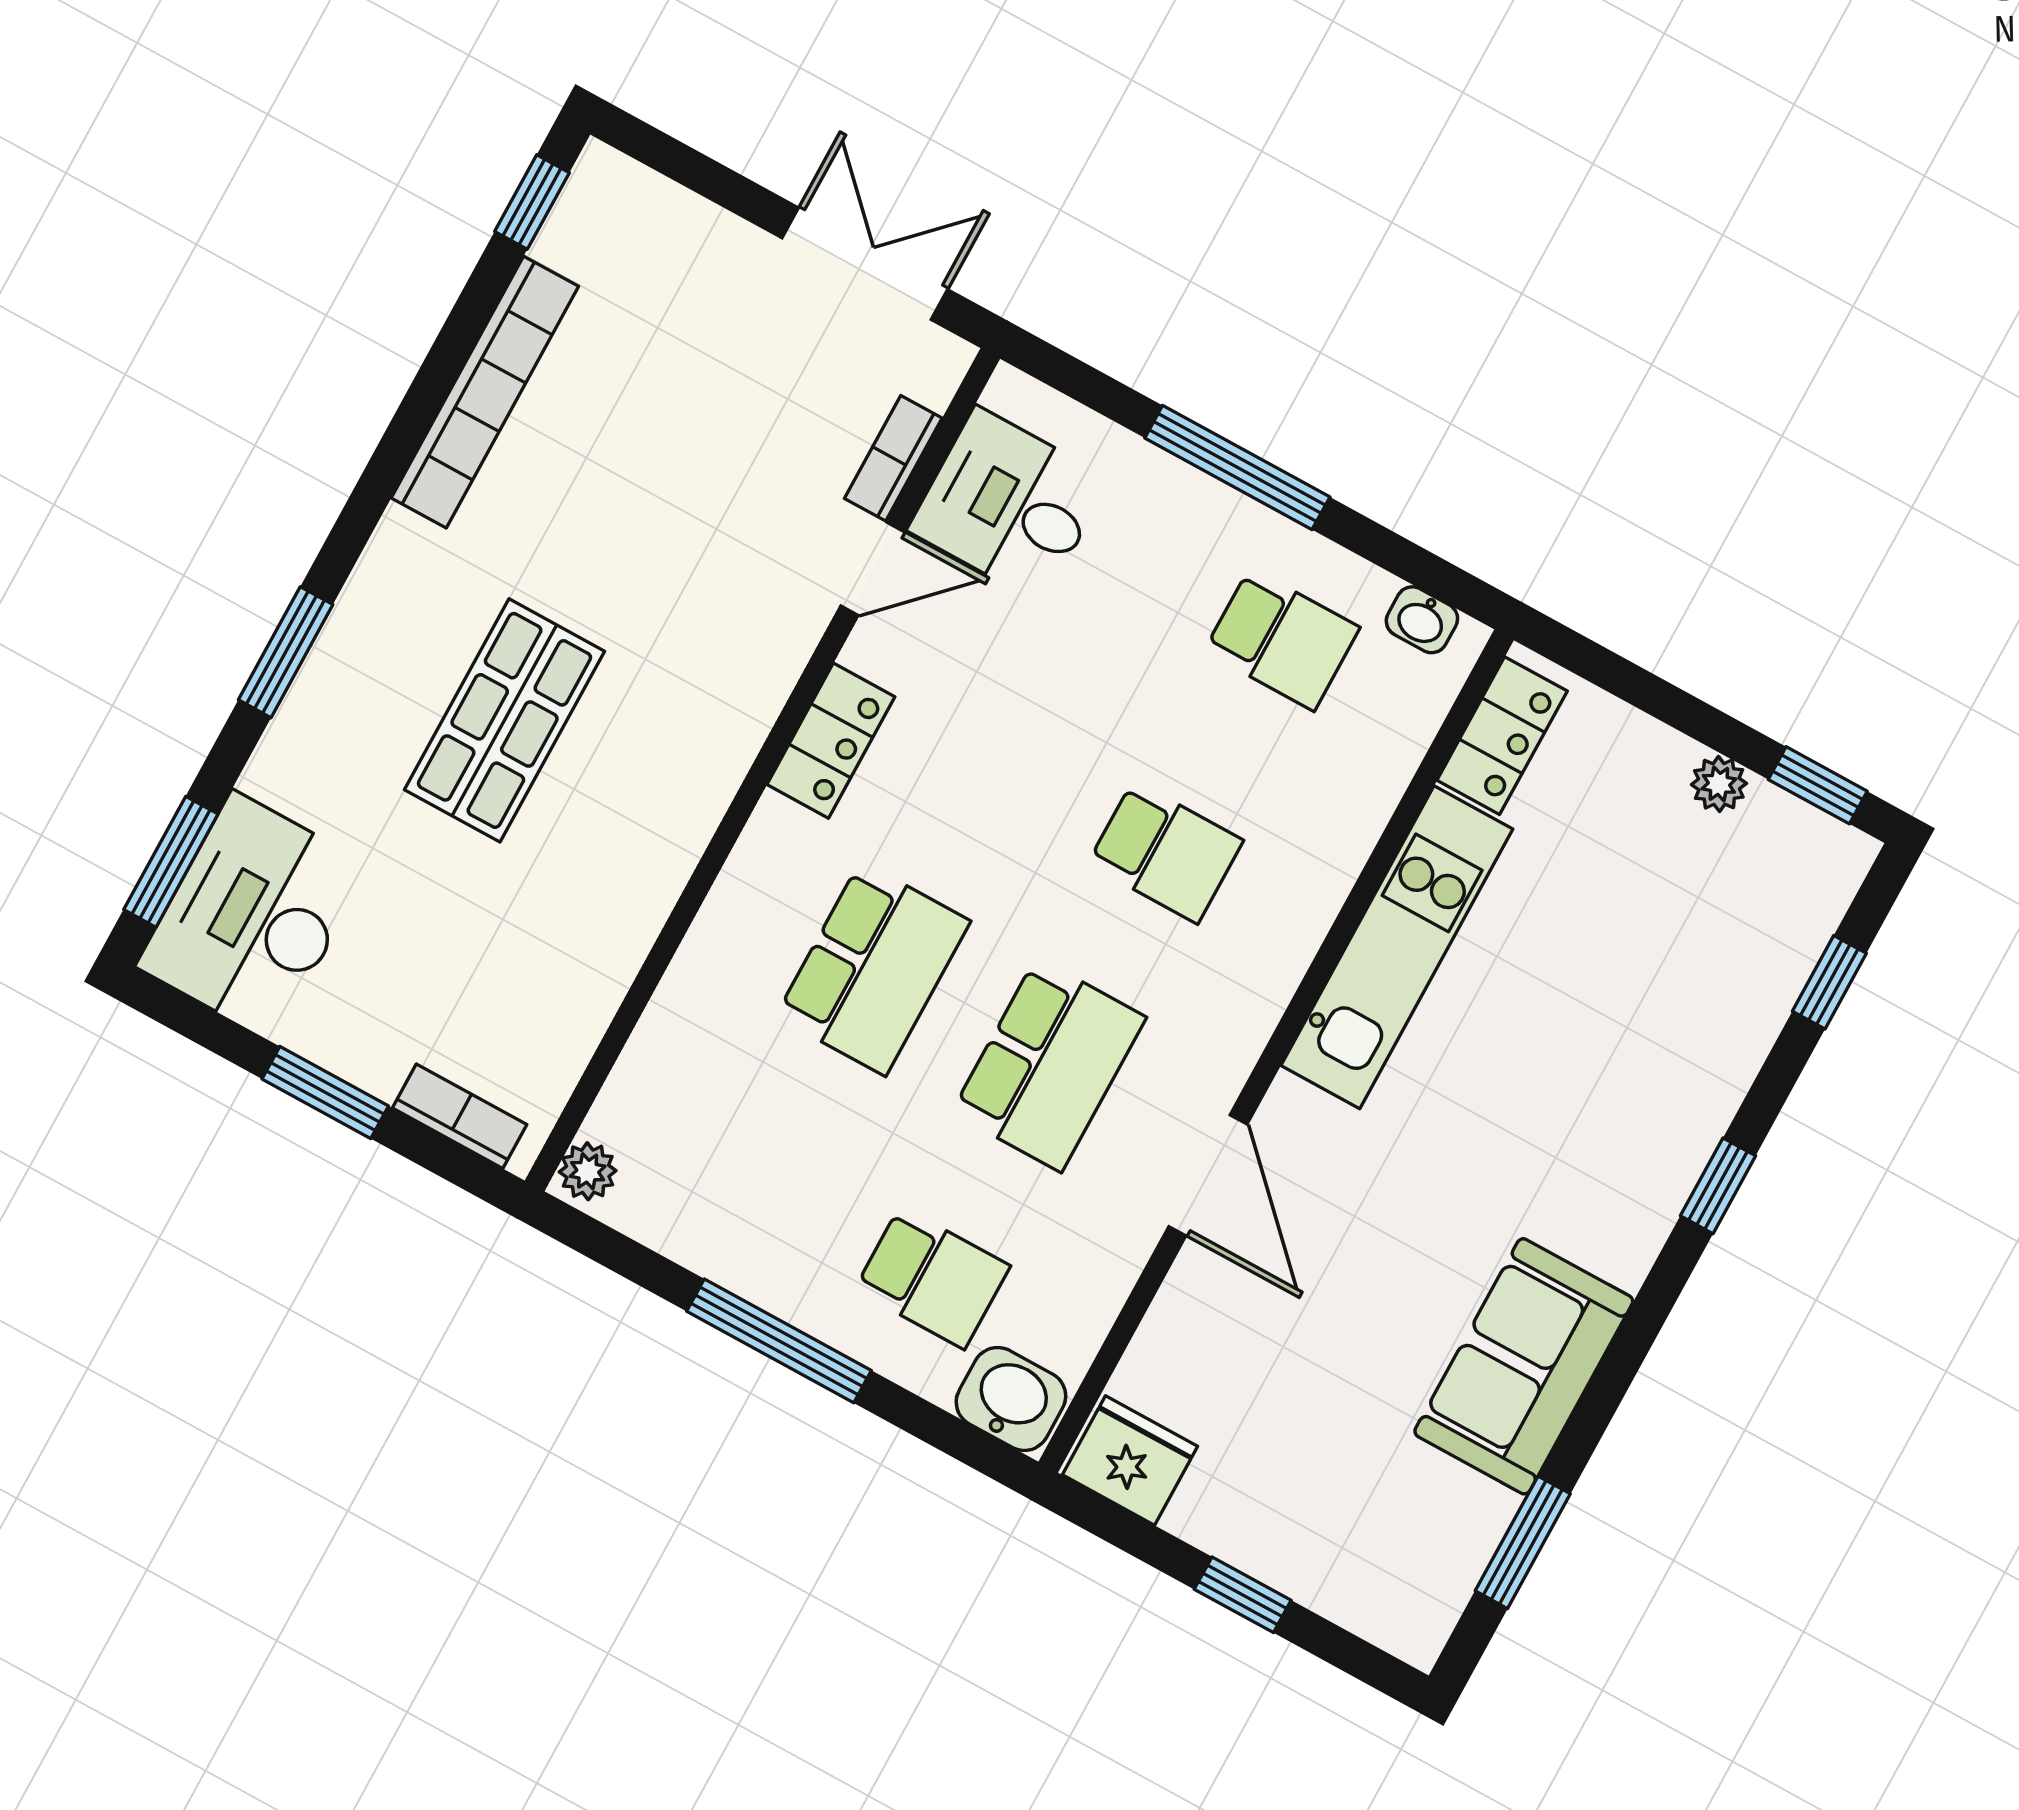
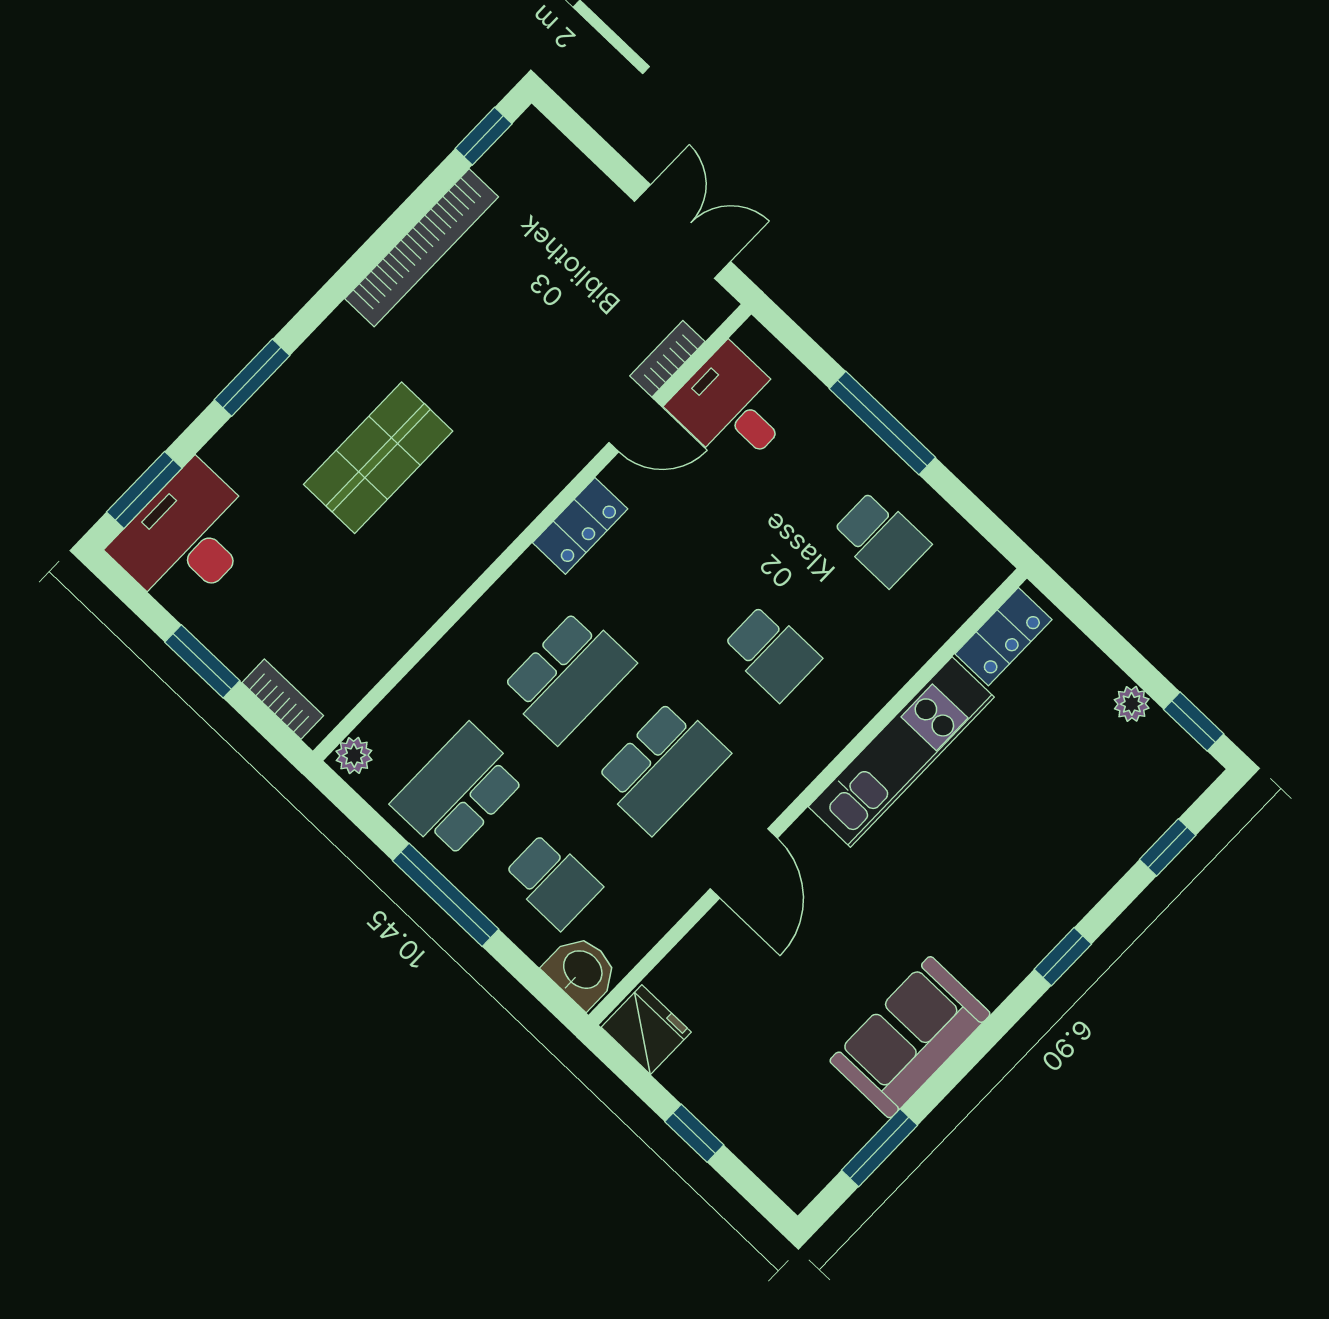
washbasin: (1422, 620) -> (973, 550), removed
school desk: (757, 1181) -> (459, 791), added

